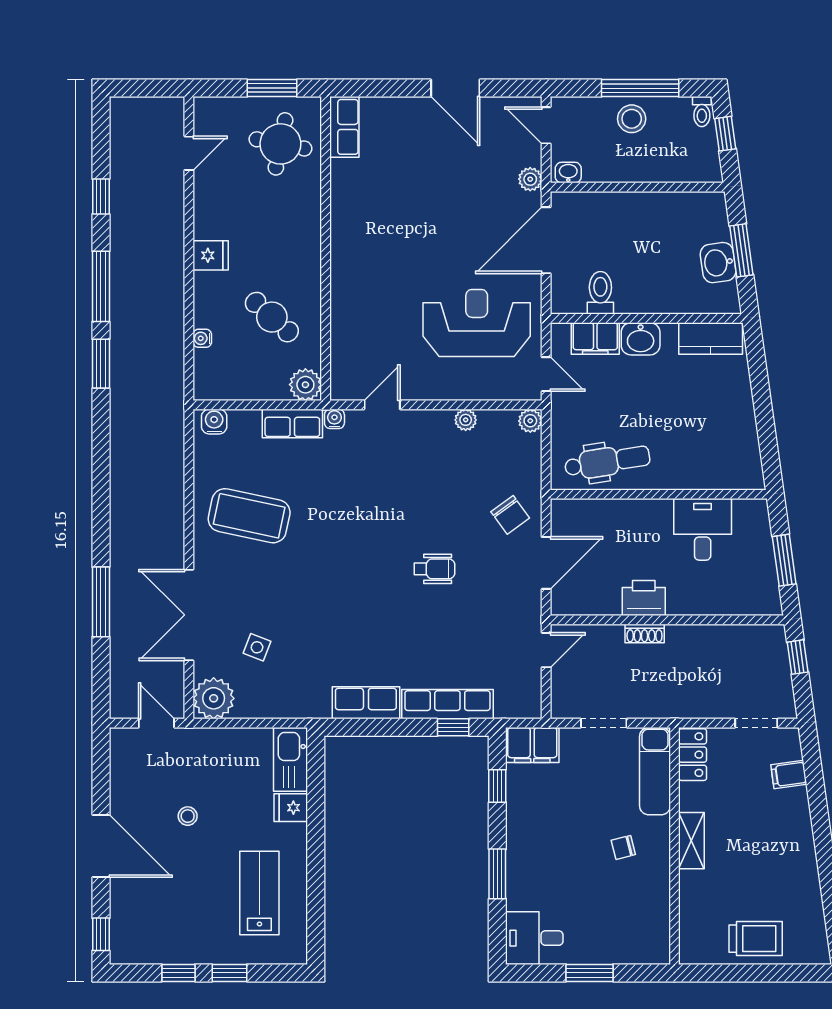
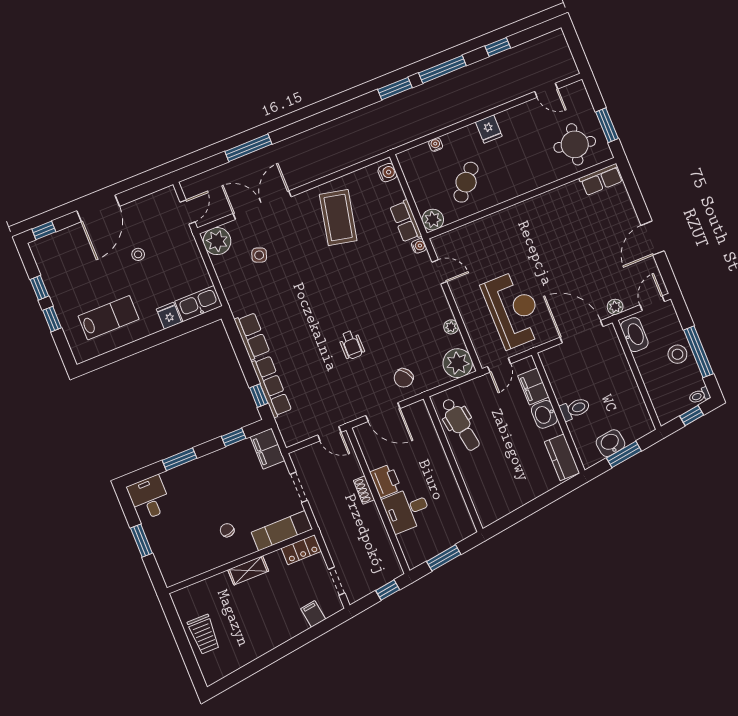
washbasin: (568, 173) -> (634, 335), width x1.91, depth x1.45
toilet: (600, 293) -> (575, 409), moved
plant: (530, 421) -> (458, 363), width x1.88, depth x1.88
desk: (703, 529) -> (407, 510), moved, turned 180

